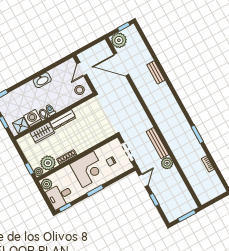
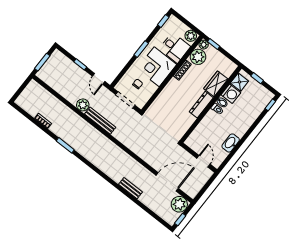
washbasin: (42, 80) -> (231, 143), moved
stool: (80, 90) -> (197, 140), removed
desk: (60, 196) -> (175, 48), moved, turned 90

